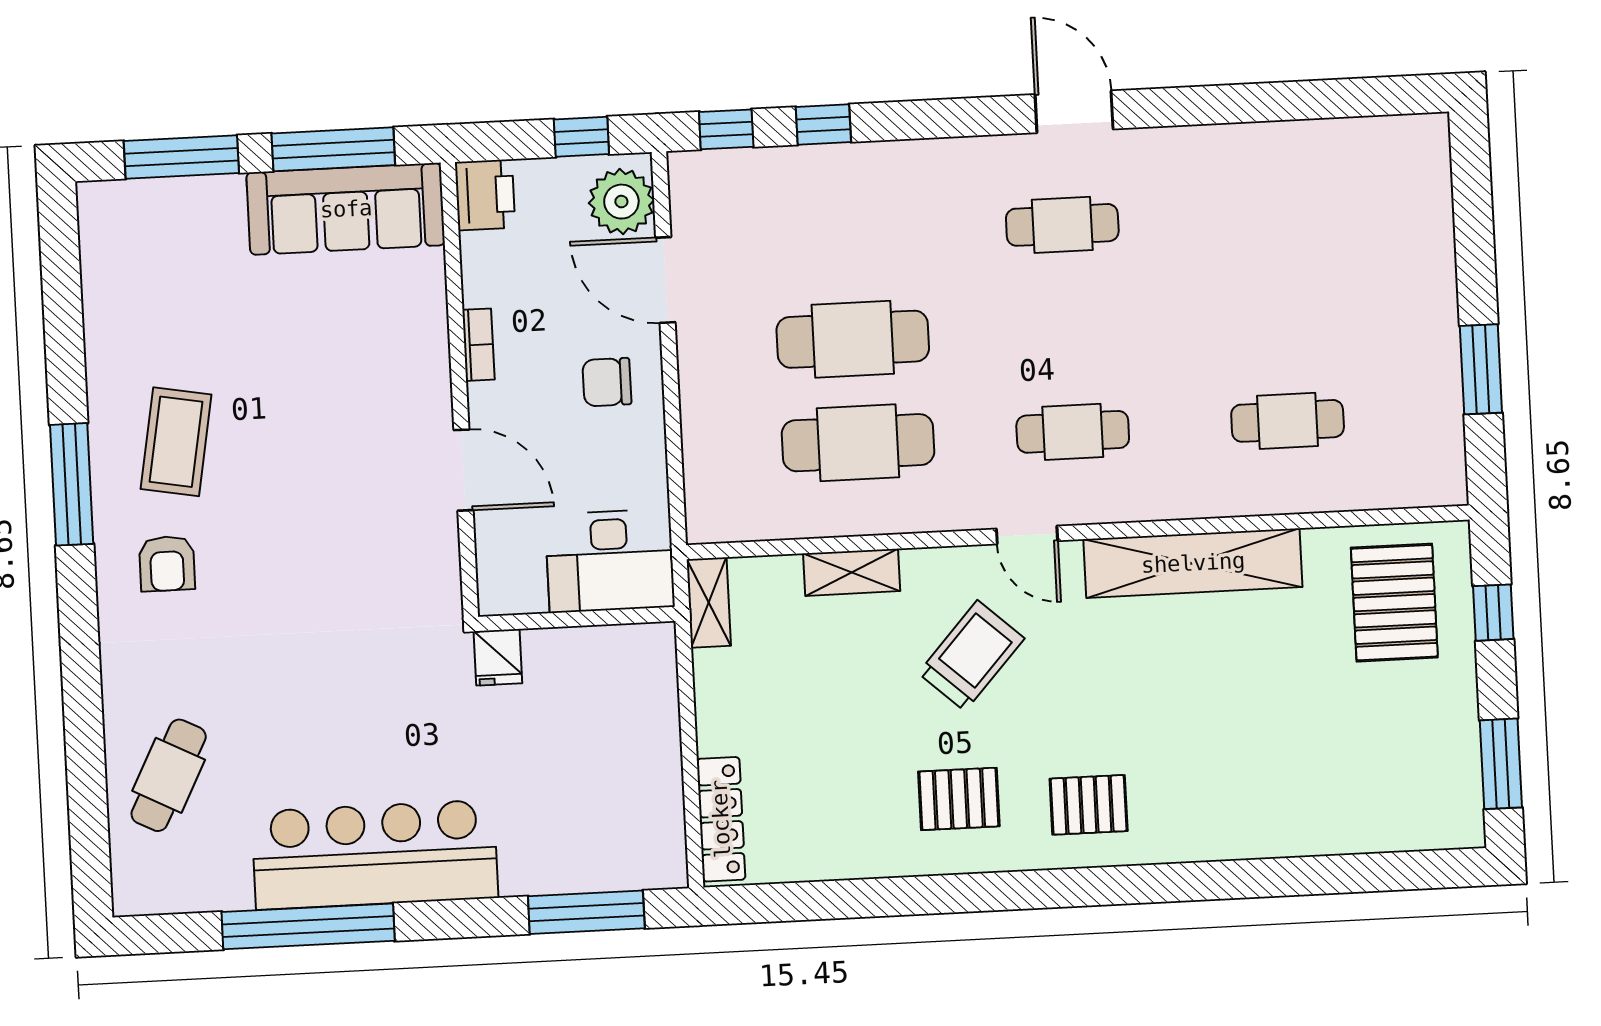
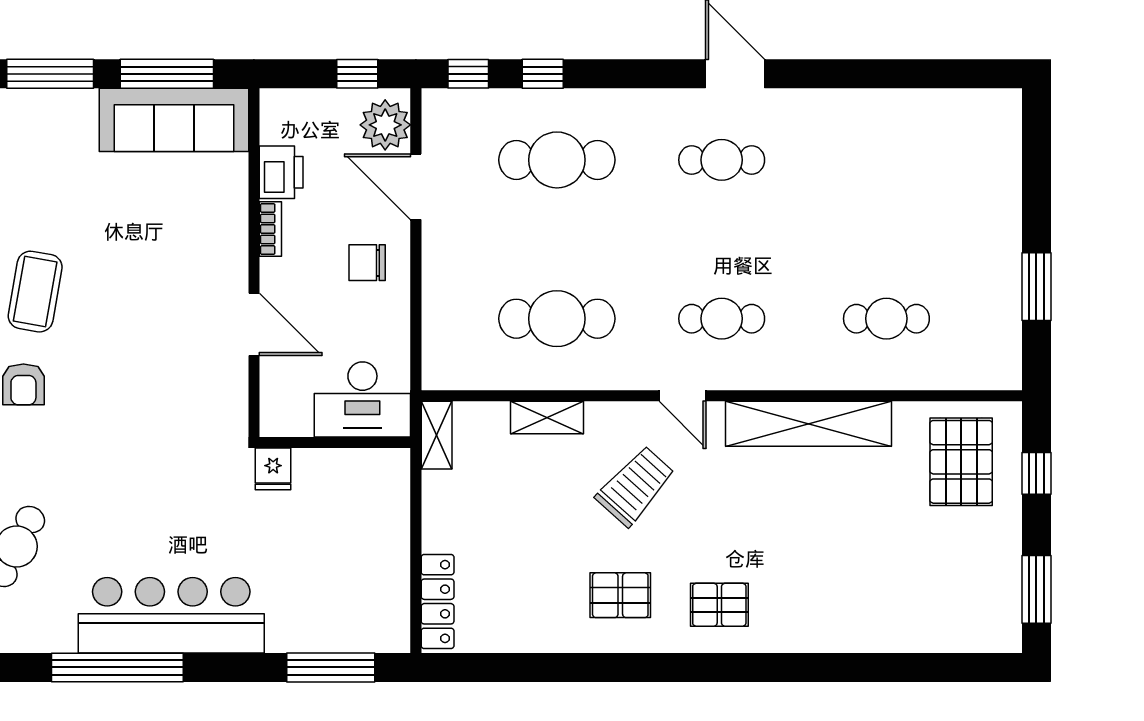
printer: (485, 195) -> (281, 172), moved
cafe table: (853, 339) -> (557, 160), moved

